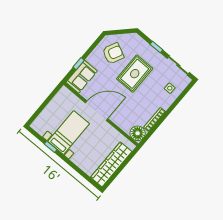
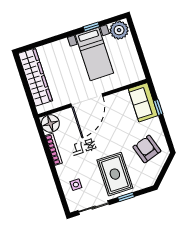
armchair: (113, 53) -> (147, 149), turned 136
rug: (135, 74) -> (115, 174), moved
door: (97, 111) -> (87, 100), moved
plant: (41, 126) -> (119, 30), added

